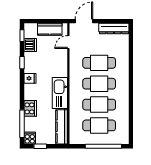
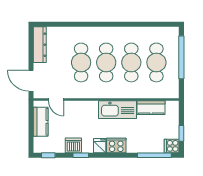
dishwasher: (30, 45) -> (73, 145), moved
cooker: (30, 108) -> (116, 145), moved
kitchen counter: (62, 127) -> (151, 108), width x0.67

